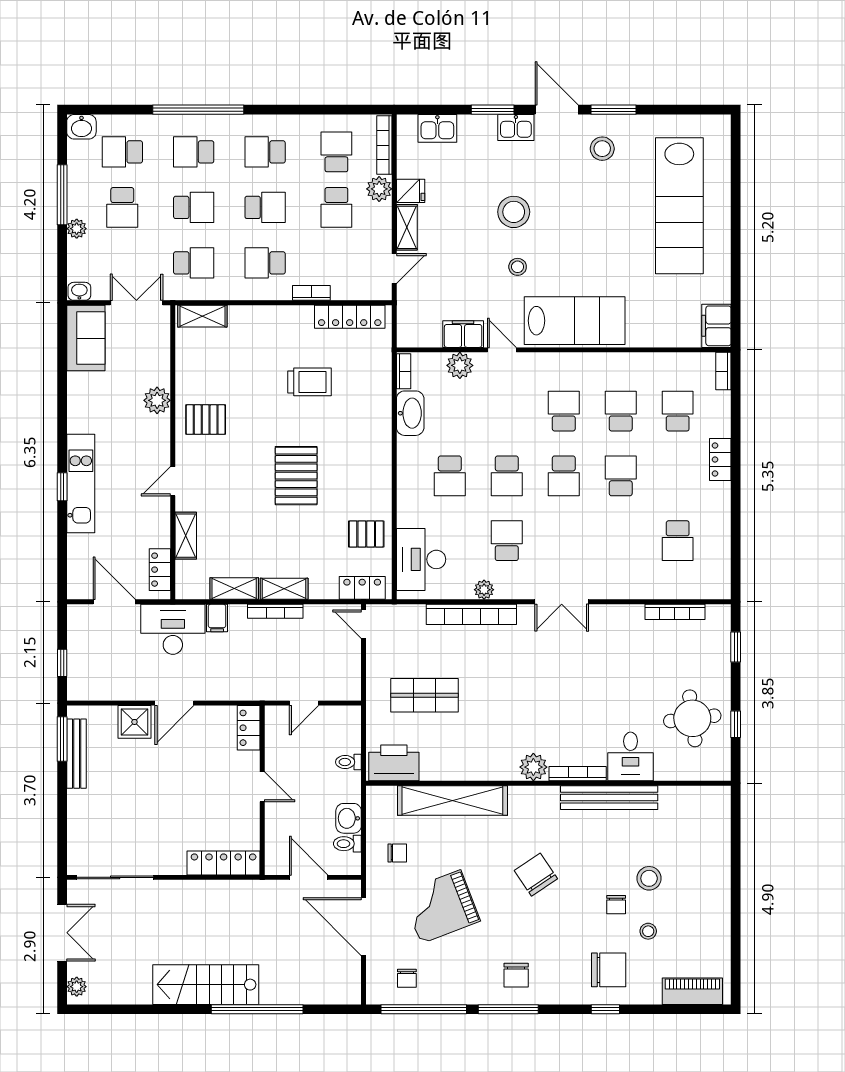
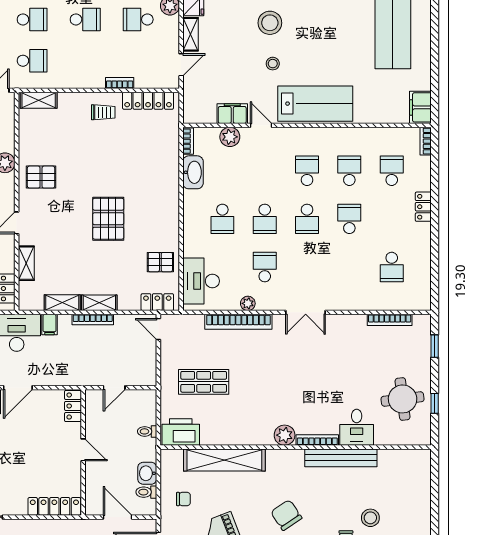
school desk: (336, 207) -> (138, 19), turned 90
school desk: (265, 263) -> (85, 61), removed
trolley: (309, 382) -> (103, 112), moved, width x0.73, depth x0.72

